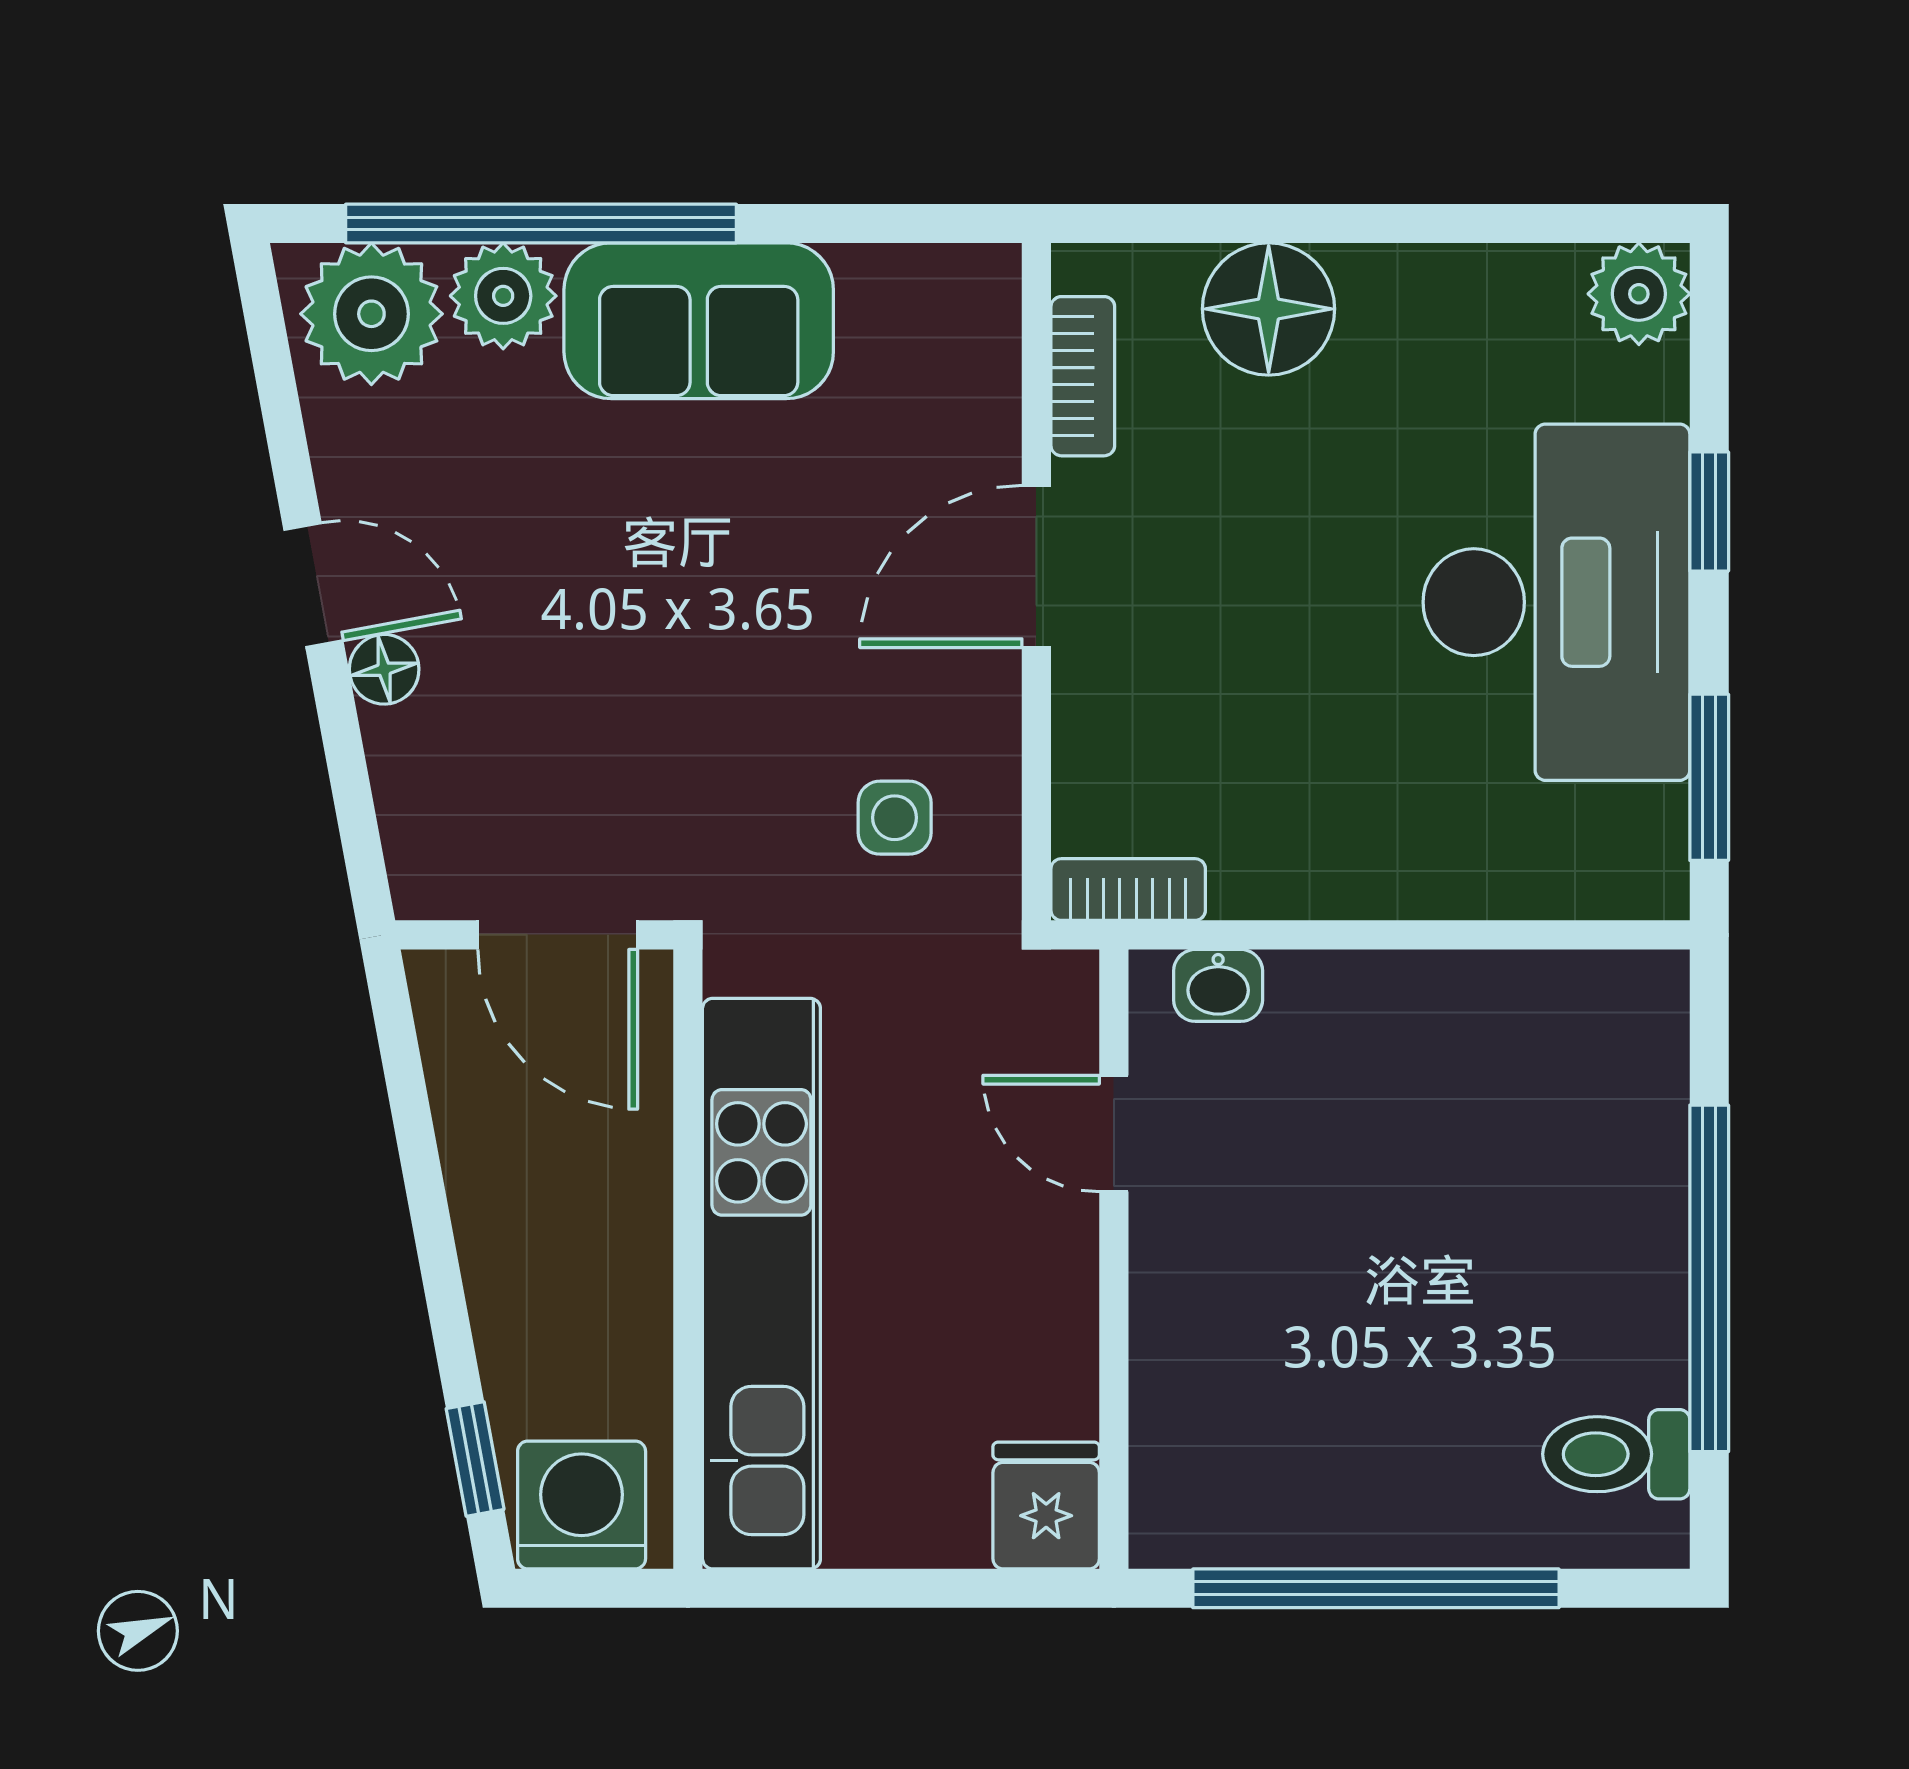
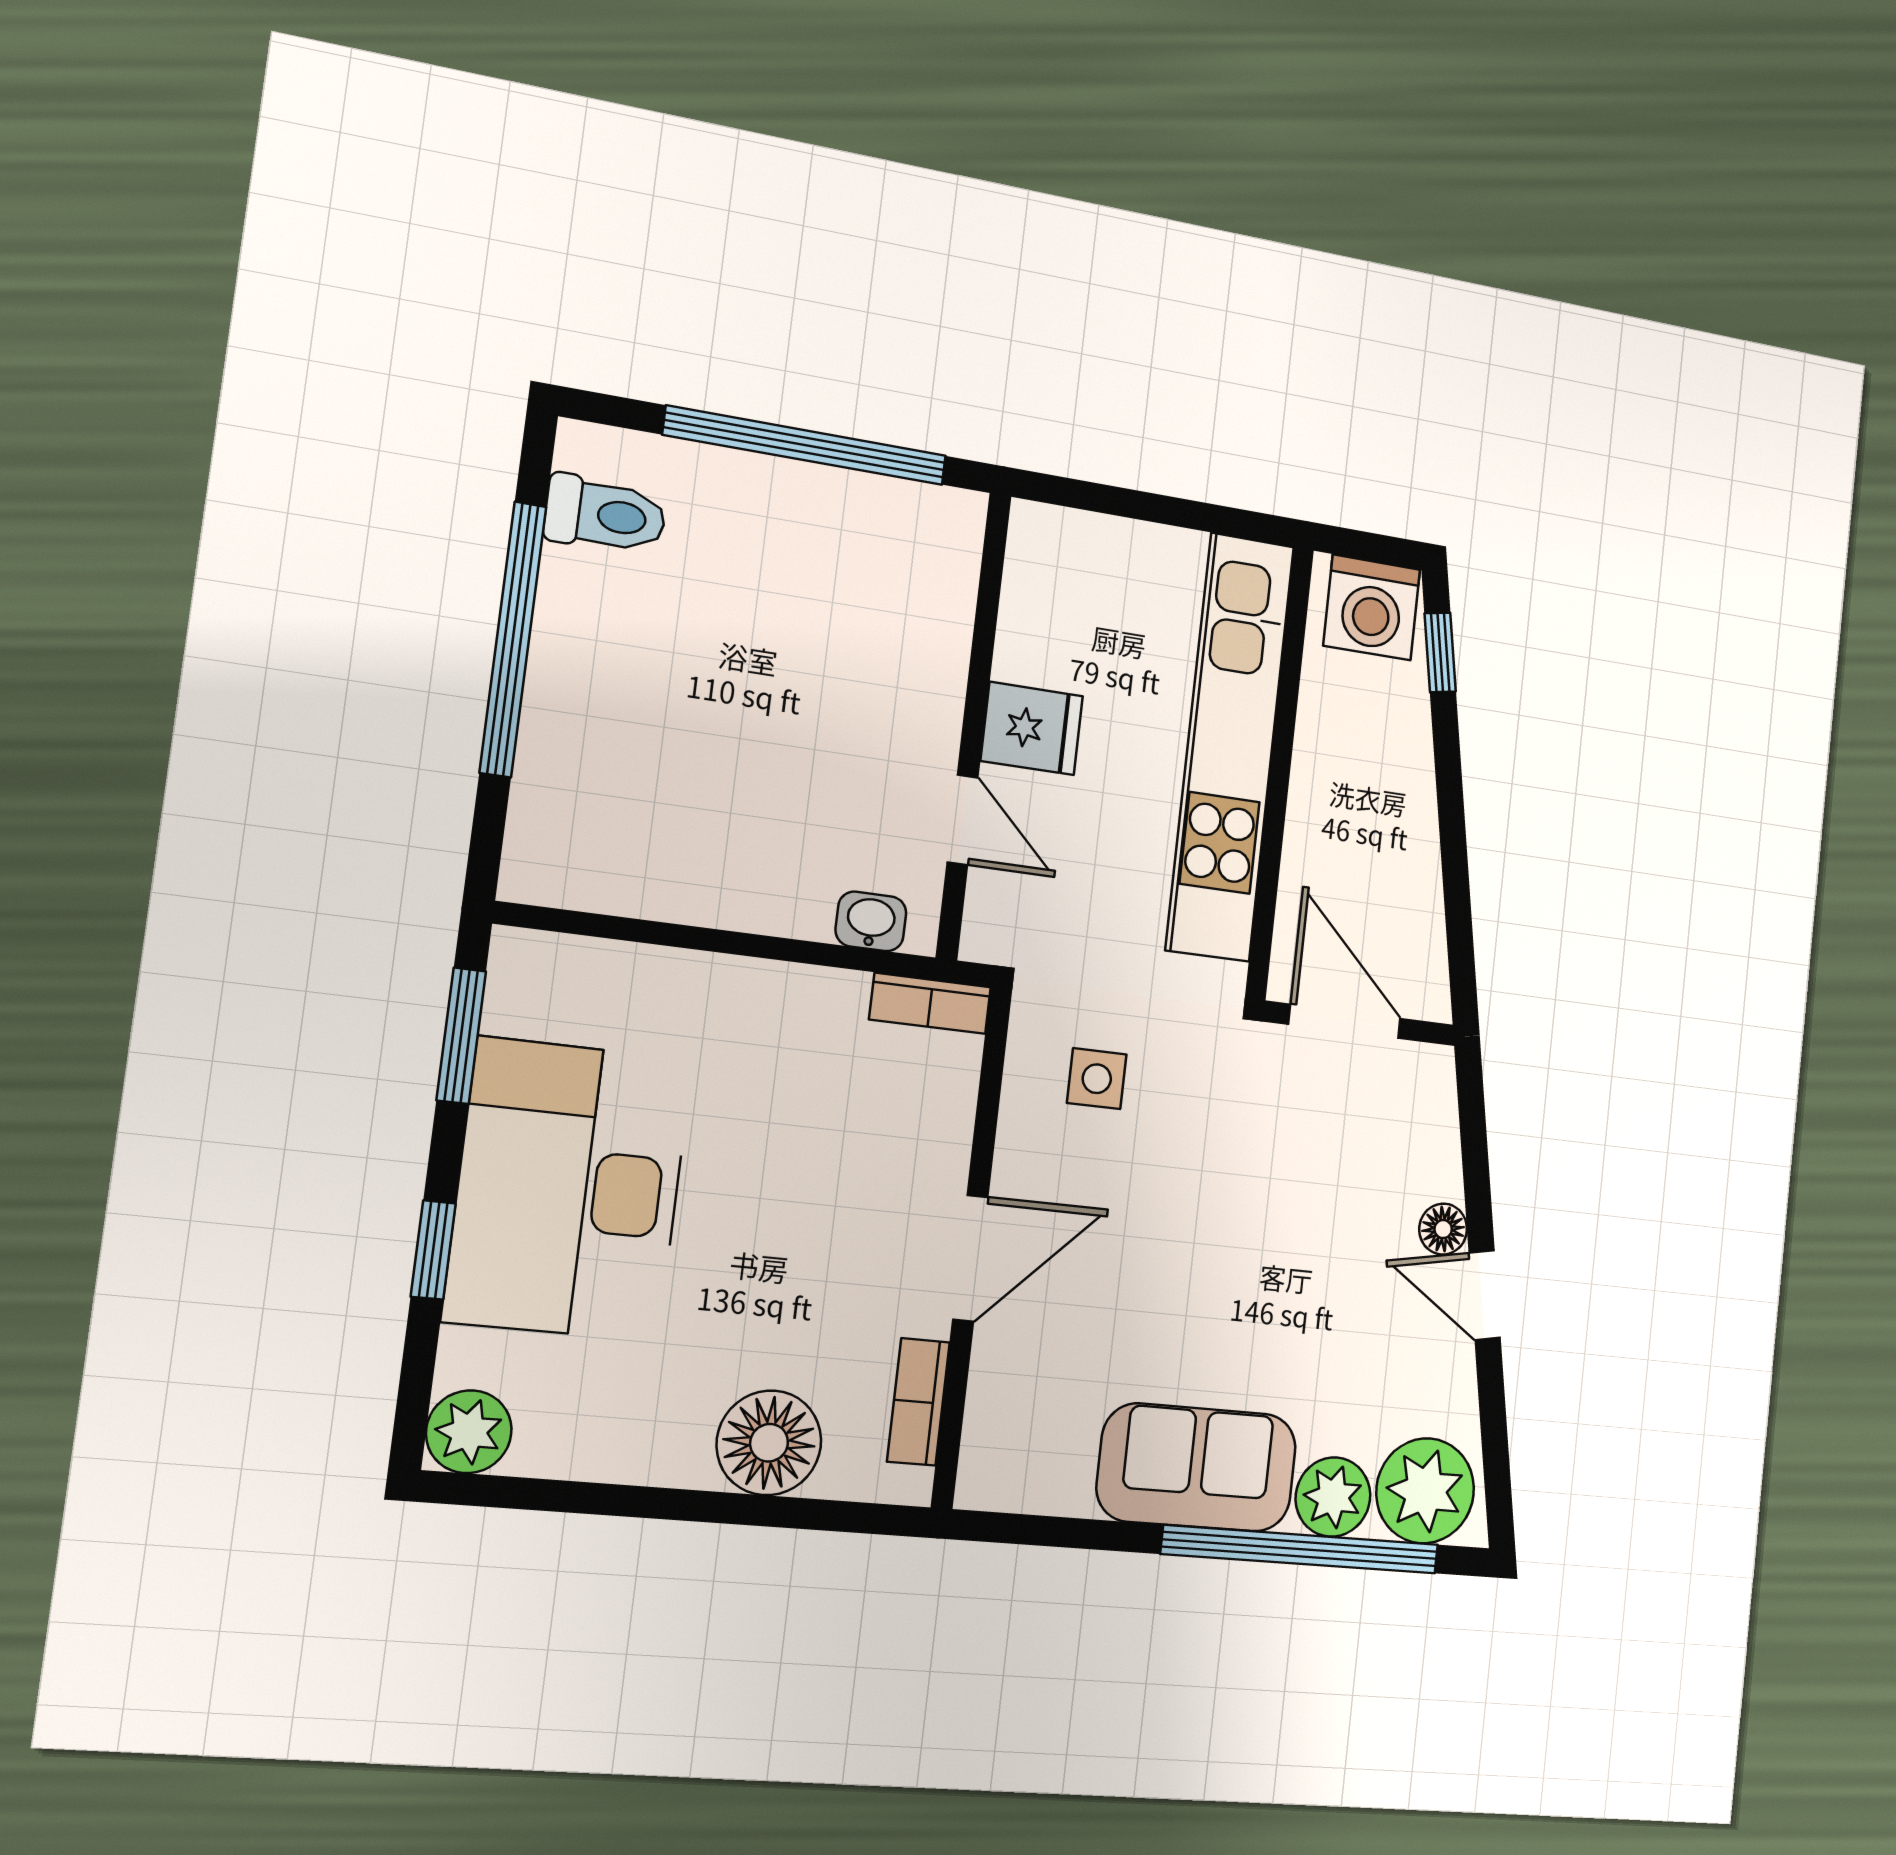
fridge: (1046, 1505) -> (1032, 728), moved, turned -90

